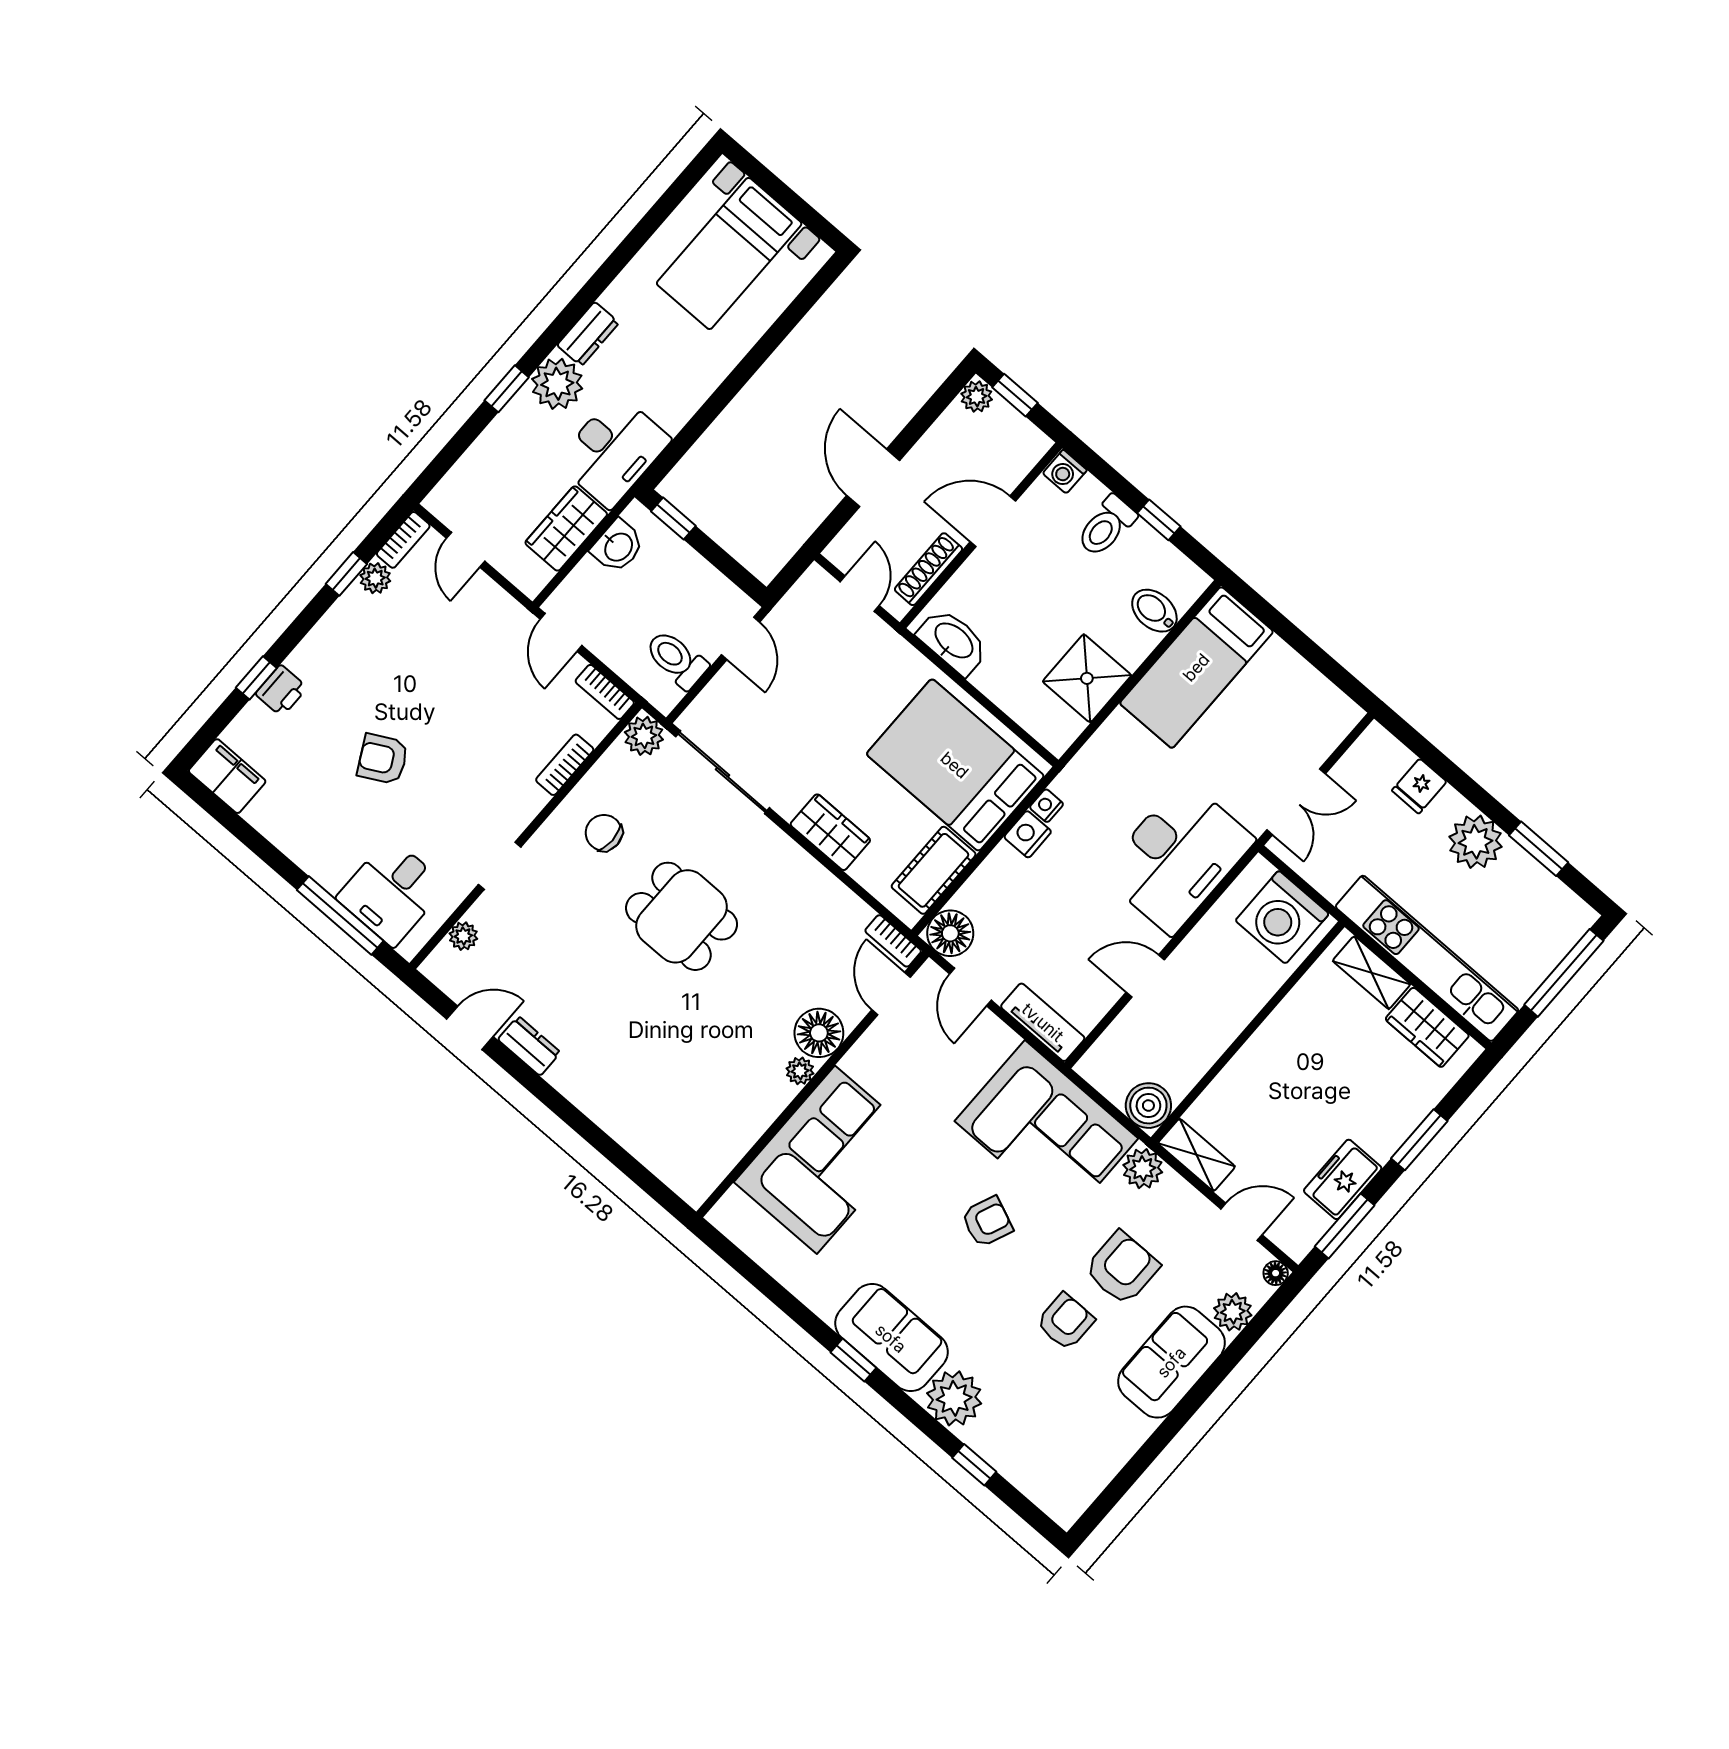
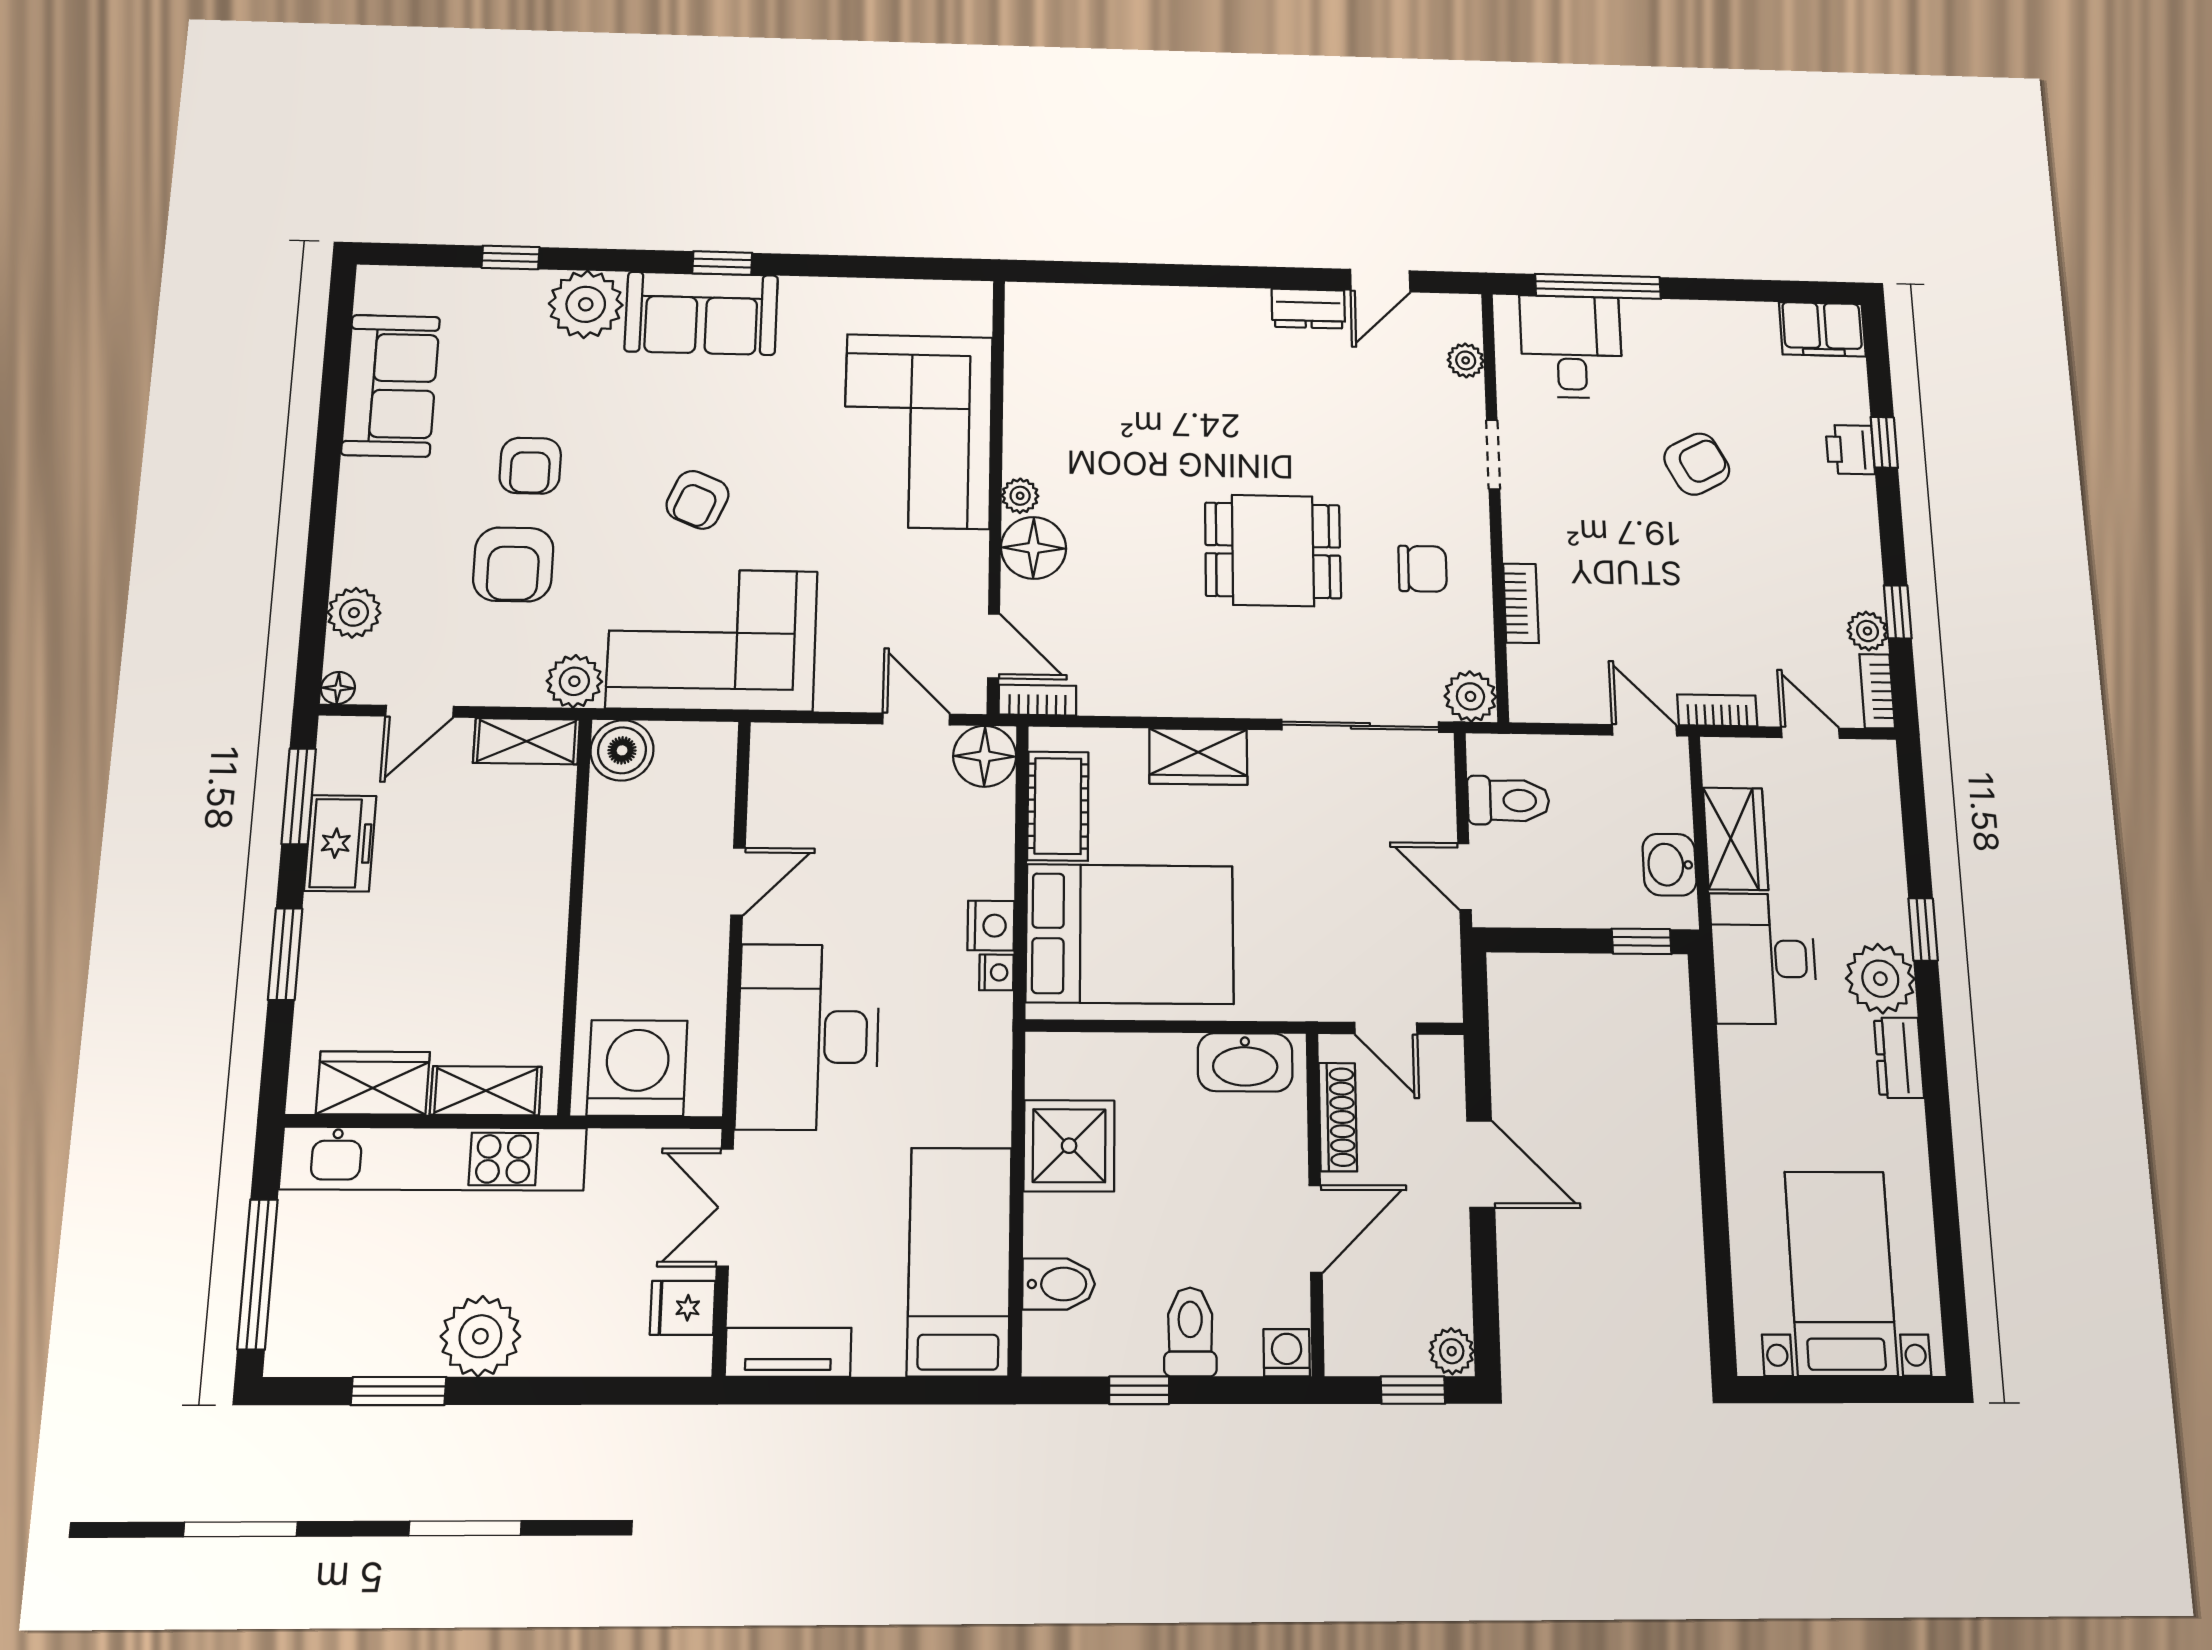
bookcase: (605, 692) -> (1717, 710), moved
fridge: (1419, 786) -> (683, 1308), moved, turned -90
tv unit: (1043, 1022) -> (788, 1352), moved, turned 180
sofa: (1171, 1362) -> (391, 386), moved

